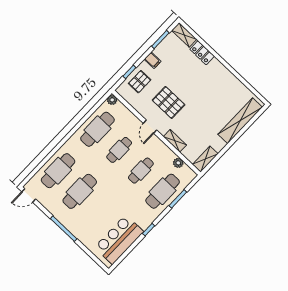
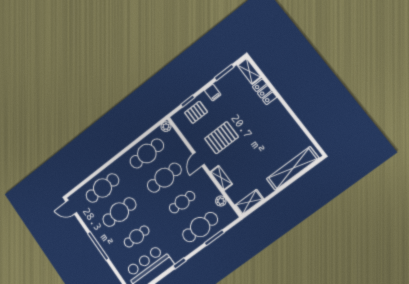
pallet: (169, 102) -> (222, 138), turned 90
cafe table: (119, 150) -> (164, 178), width x1.37, depth x1.35
cafe table: (101, 212) -> (137, 237), added

